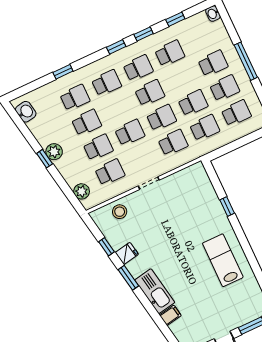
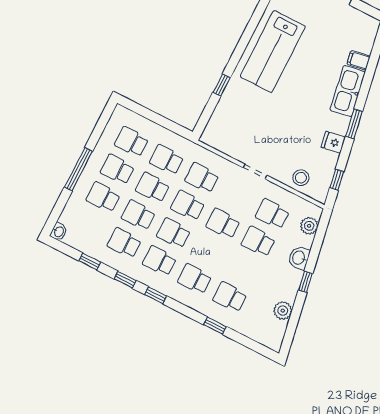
washbasin: (26, 112) -> (299, 258), moved
school desk: (87, 123) -> (138, 215), moved
plant: (54, 152) -> (283, 311), moved
window: (107, 247) -> (337, 180), moved
lab bench: (223, 260) -> (273, 52), width x1.36, depth x1.39

